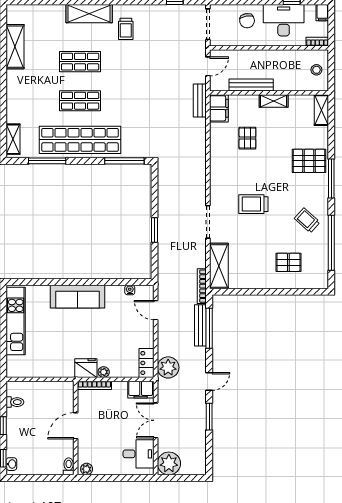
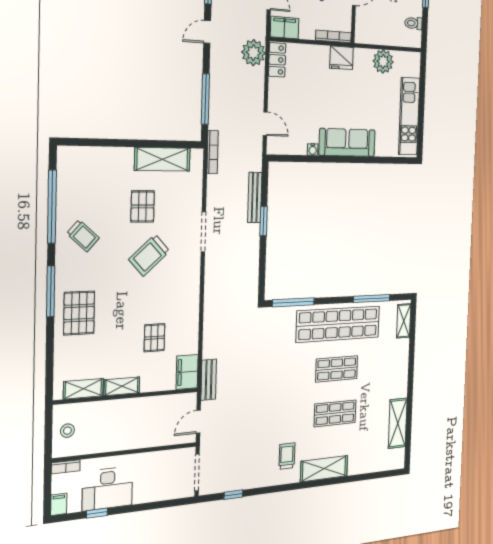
chair: (247, 21) -> (152, 482), removed
bench: (251, 85) -> (149, 404), removed
shelving: (321, 110) -> (83, 389), moved, turned 90
pallet: (309, 161) -> (79, 313), turned 90
trolley: (253, 204) -> (149, 255), turned 138
pallet: (288, 262) -> (143, 206), moved, turned 90
shelving: (219, 266) -> (162, 159), moved, turned 90
water cooler: (130, 290) -> (313, 149), moved
bench: (200, 325) -> (255, 197), moved
plant: (104, 372) -> (383, 61), moved, width x1.87, depth x1.87

